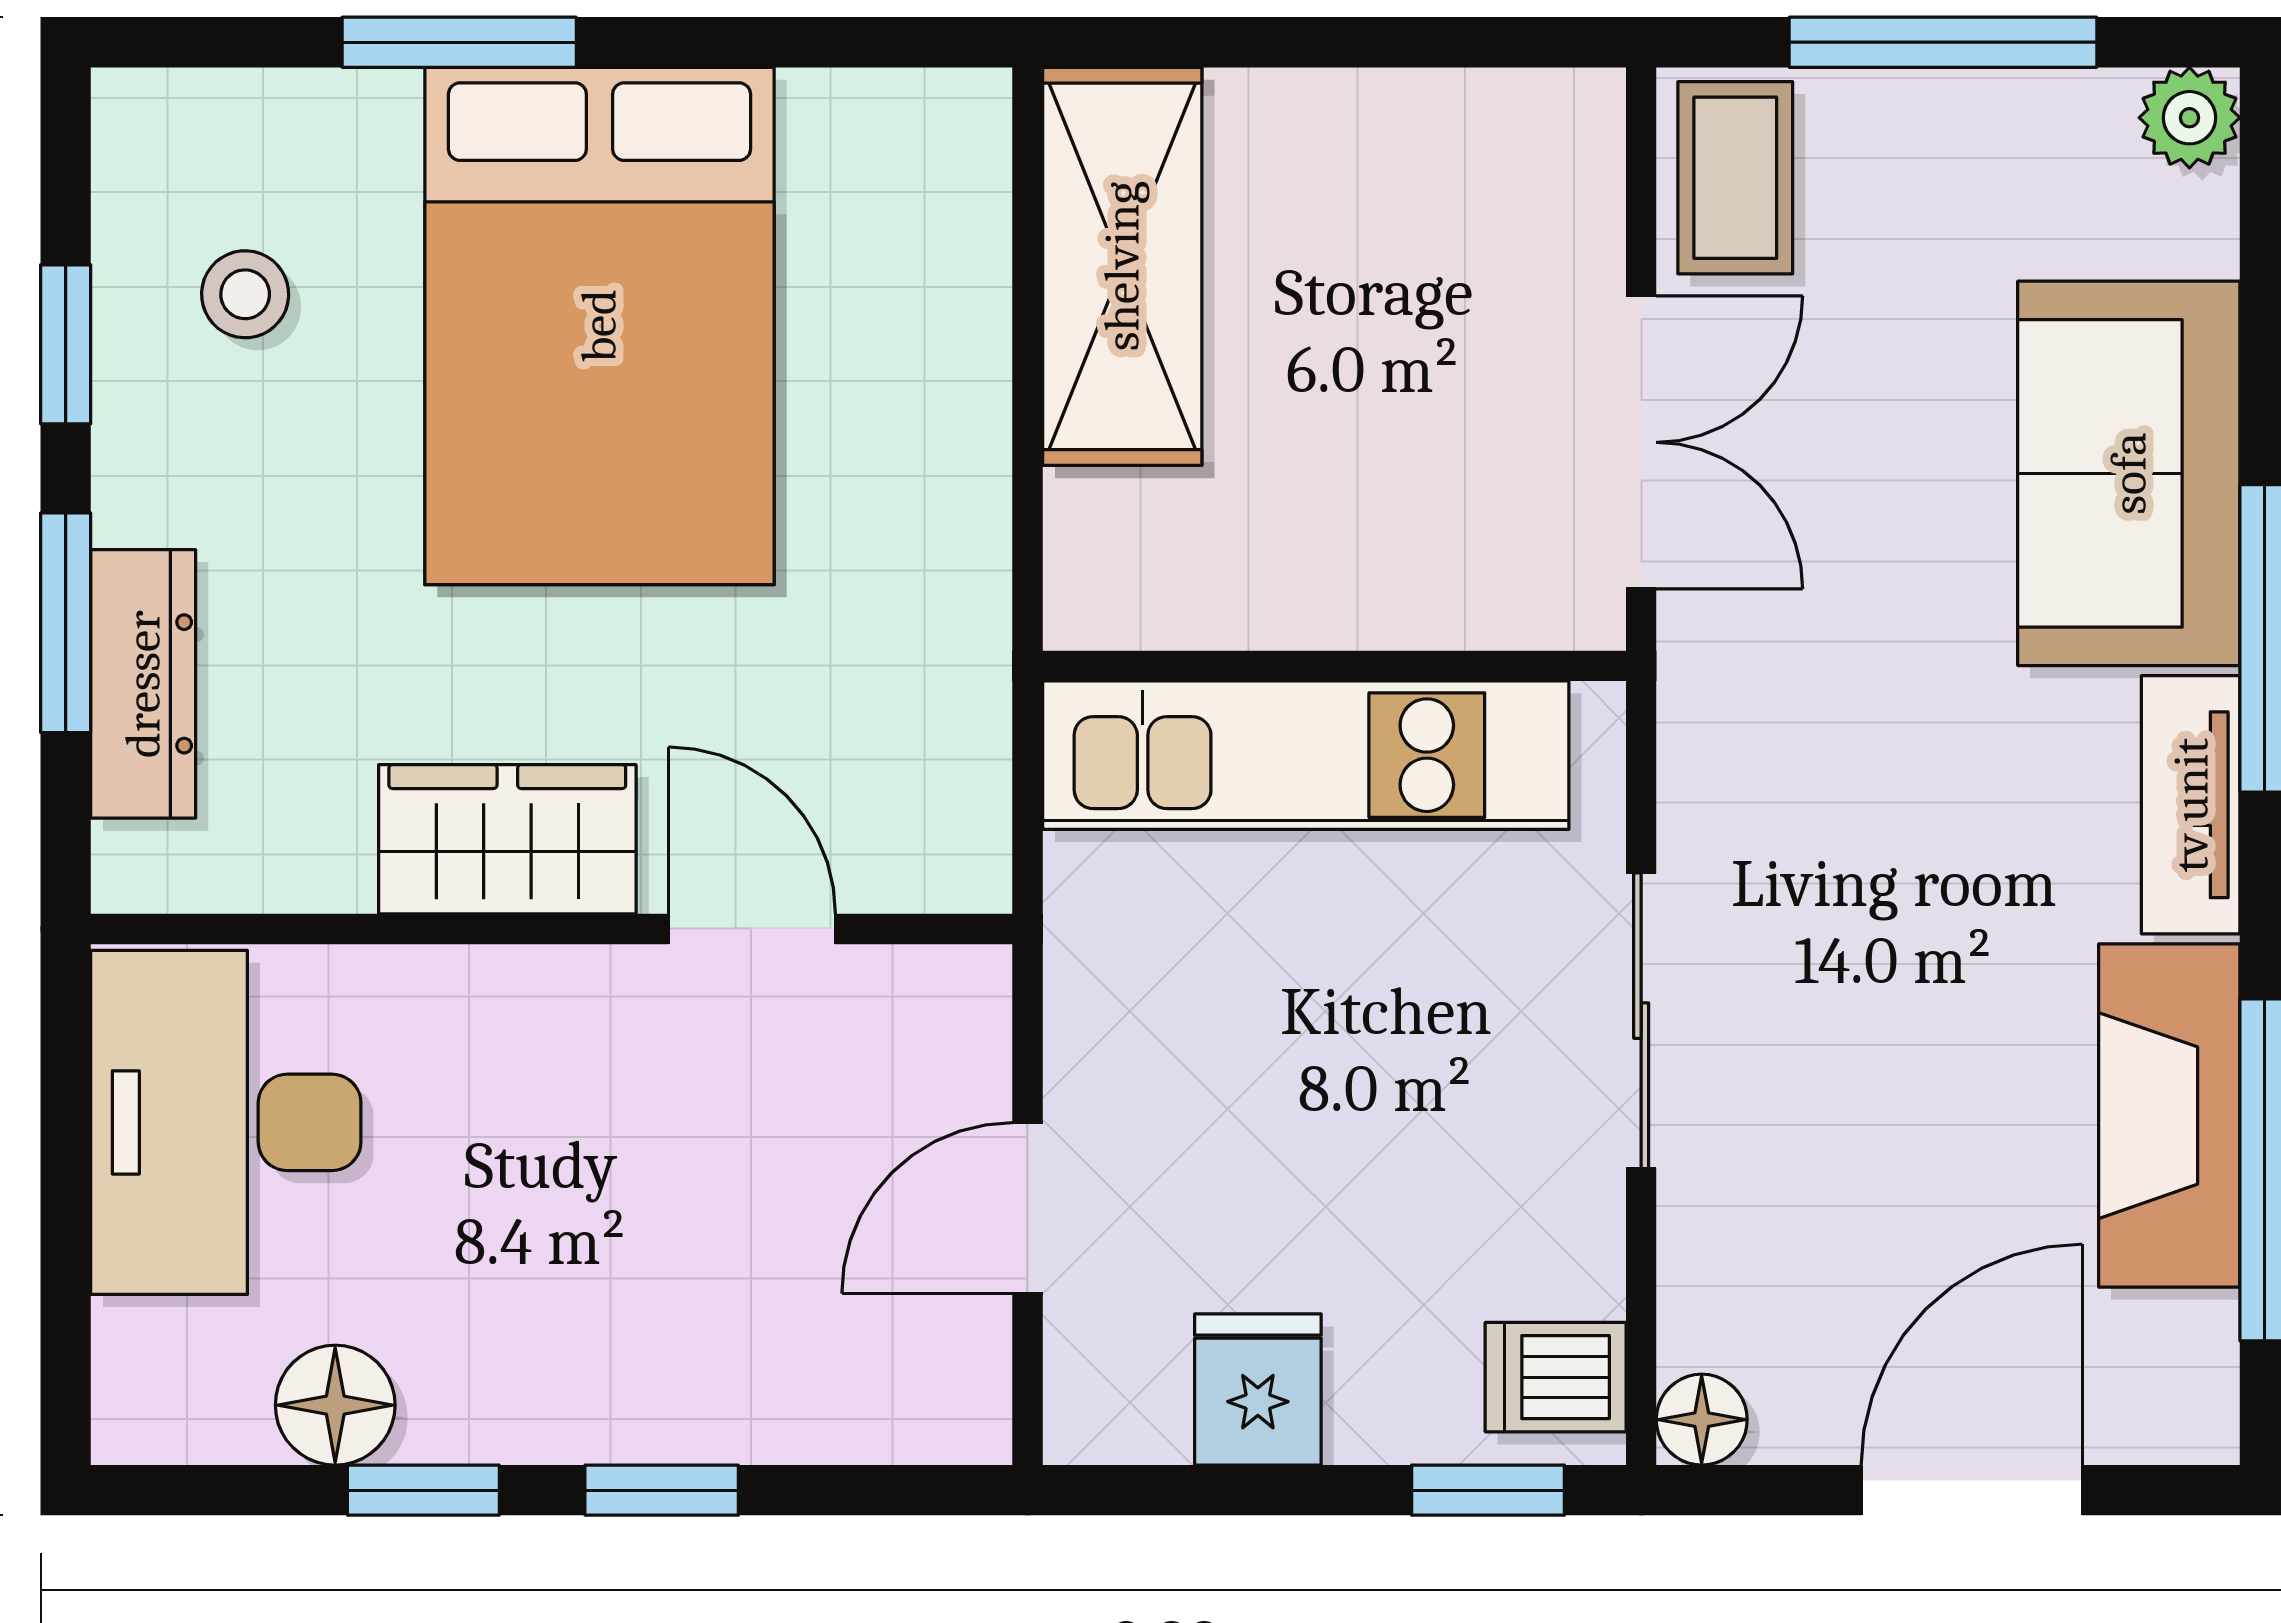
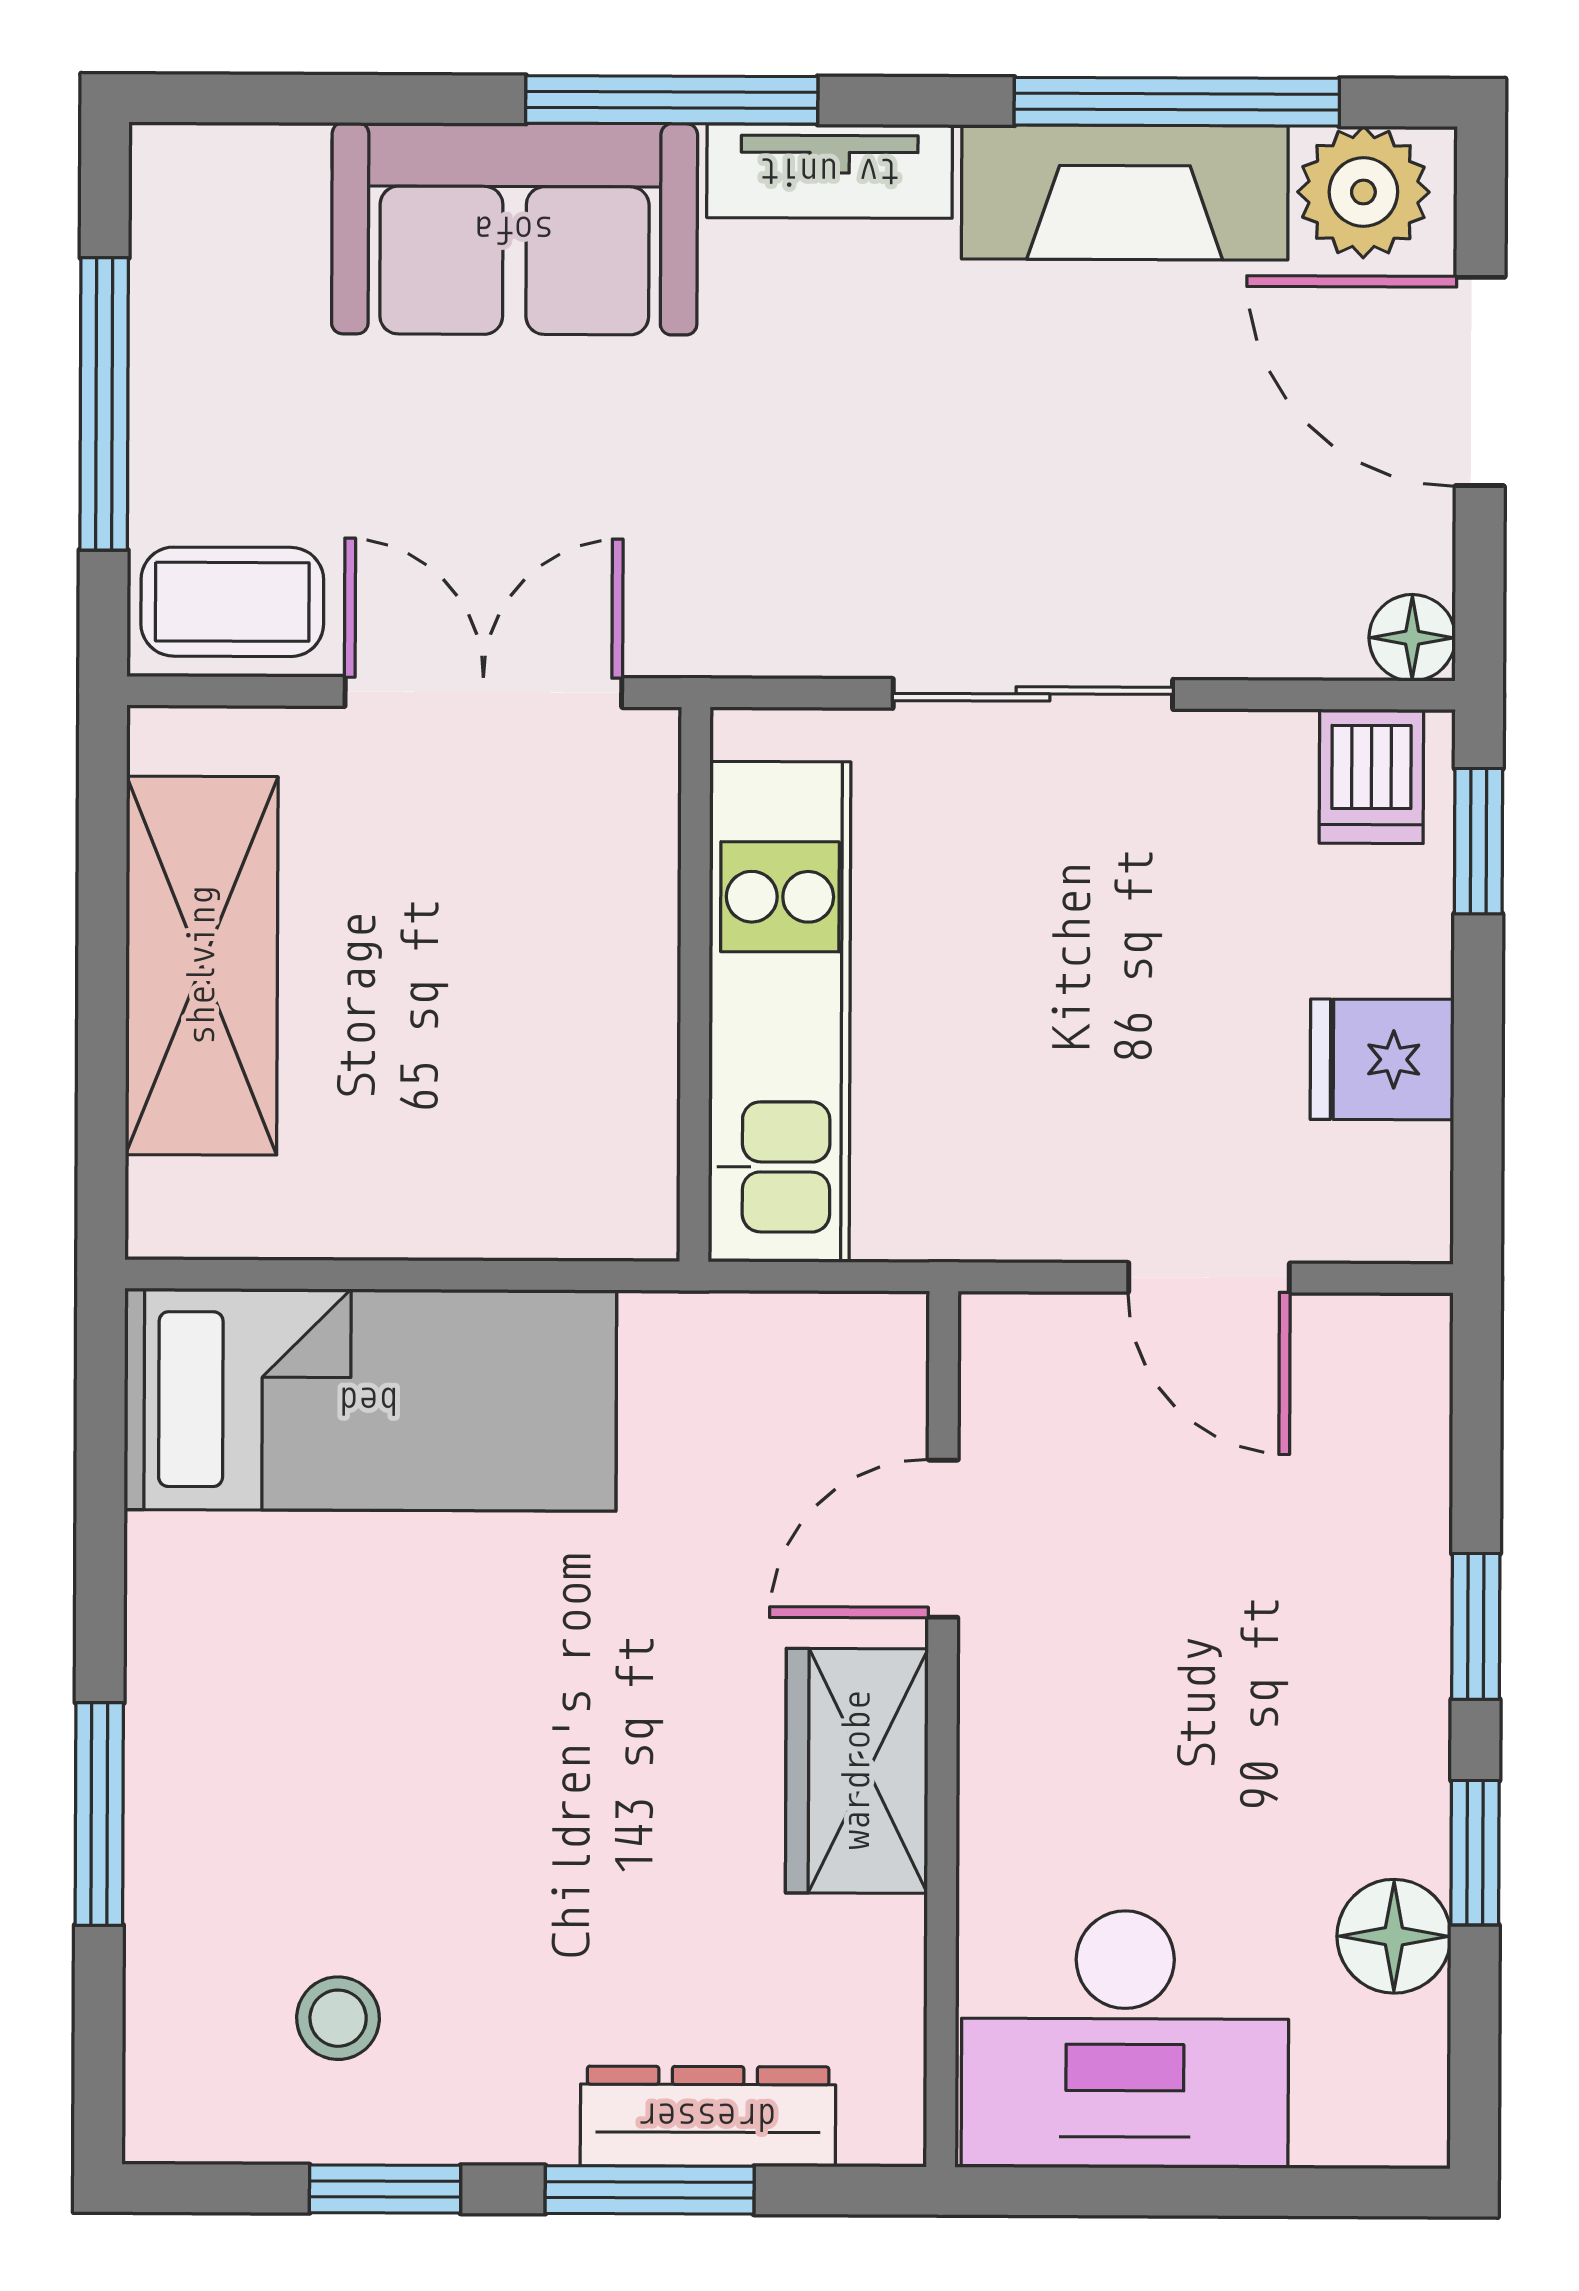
plant: (2189, 118) -> (1363, 192), moved, width x1.38, depth x1.38
shelving: (1122, 266) -> (202, 966), moved, turned 90
bed: (599, 326) -> (370, 1400), moved, width x0.67

